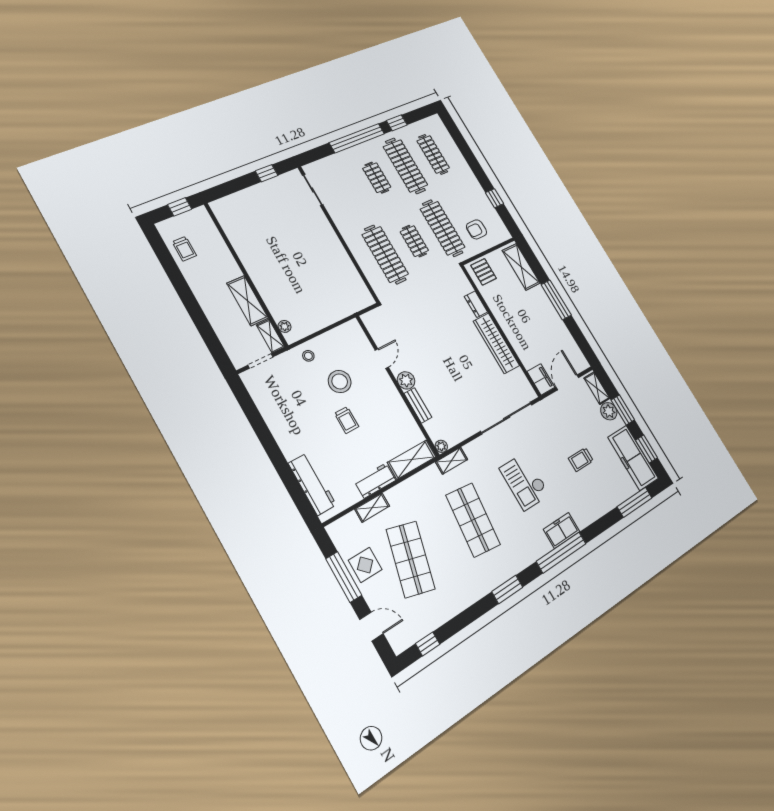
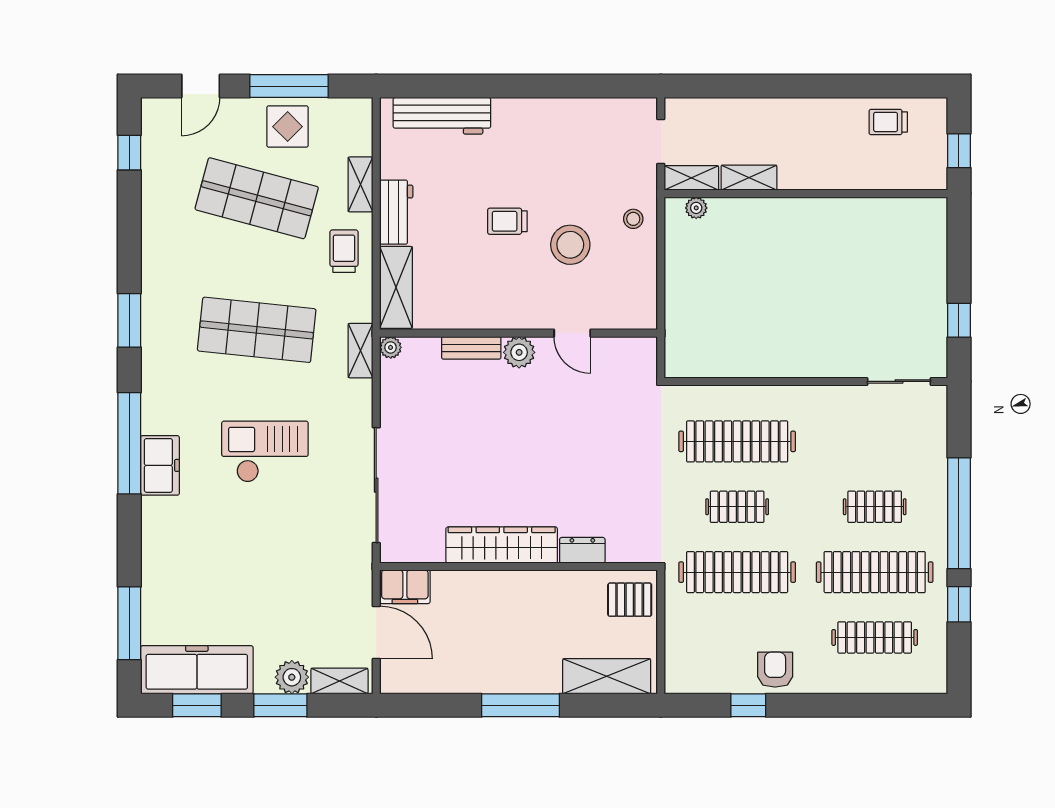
armchair: (476, 229) -> (775, 670), moved
shelving: (248, 301) -> (749, 178), width x0.67, depth x0.75
trolley: (581, 460) -> (344, 251), moved

